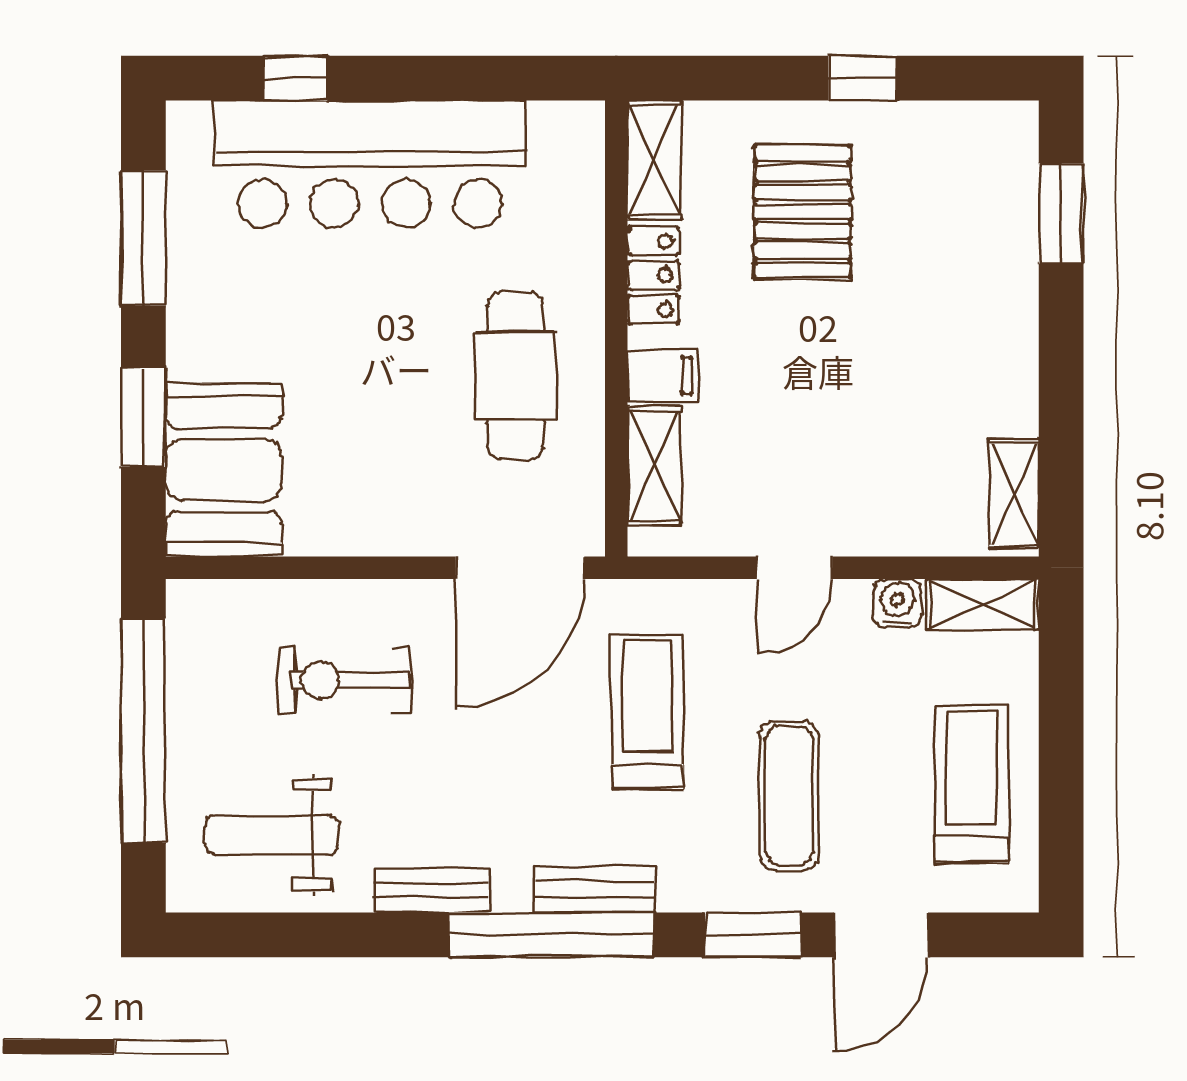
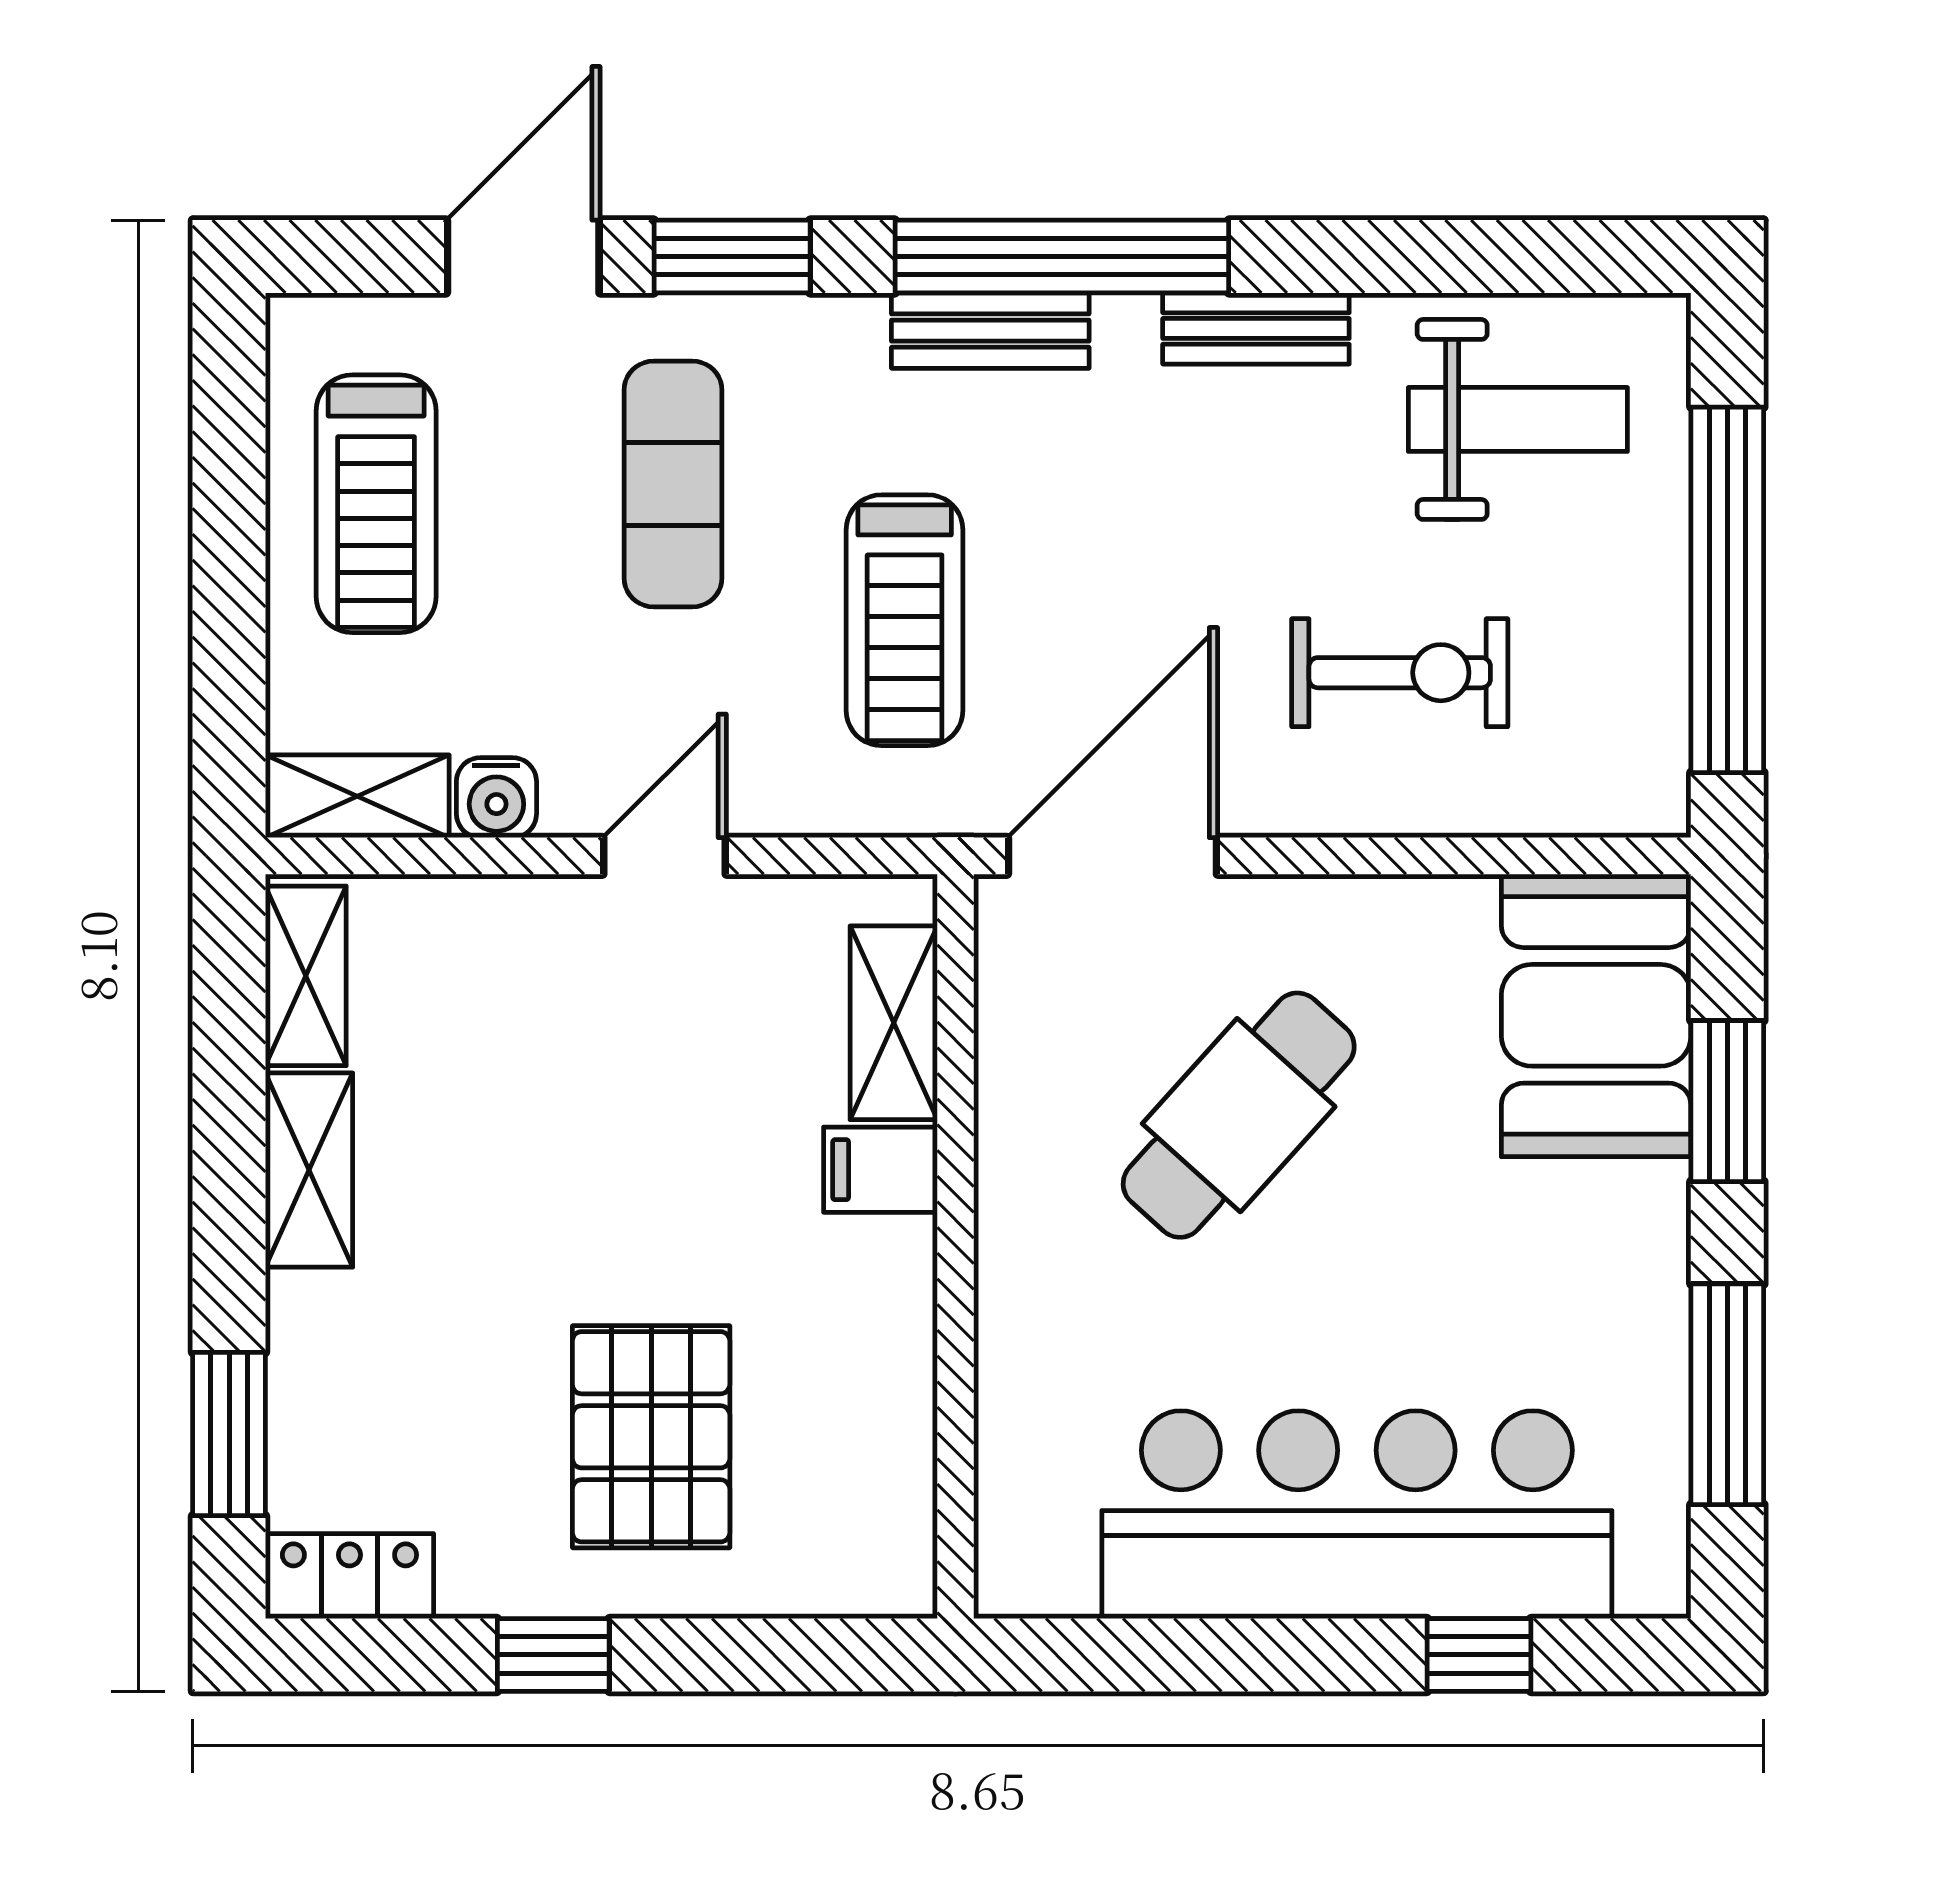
shelving: (654, 160) -> (309, 1170), moved
locker: (653, 275) -> (349, 1576), moved, turned 90
cafe table: (515, 375) -> (1239, 1115), moved, turned 42

